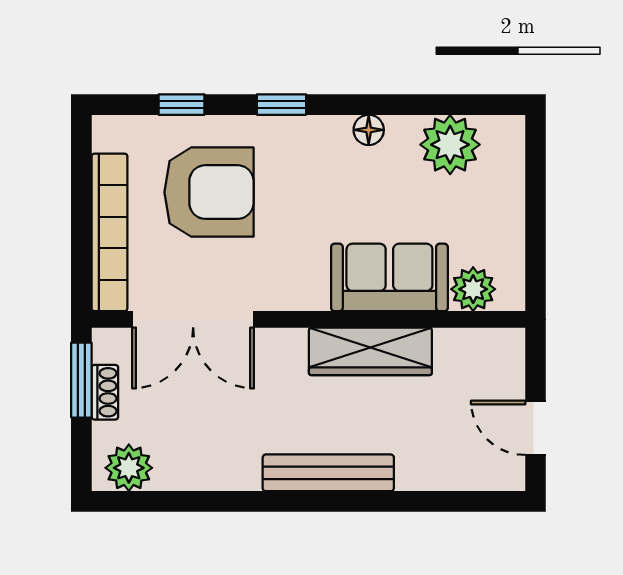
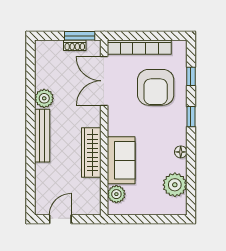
plant: (129, 468) -> (44, 98), moved

